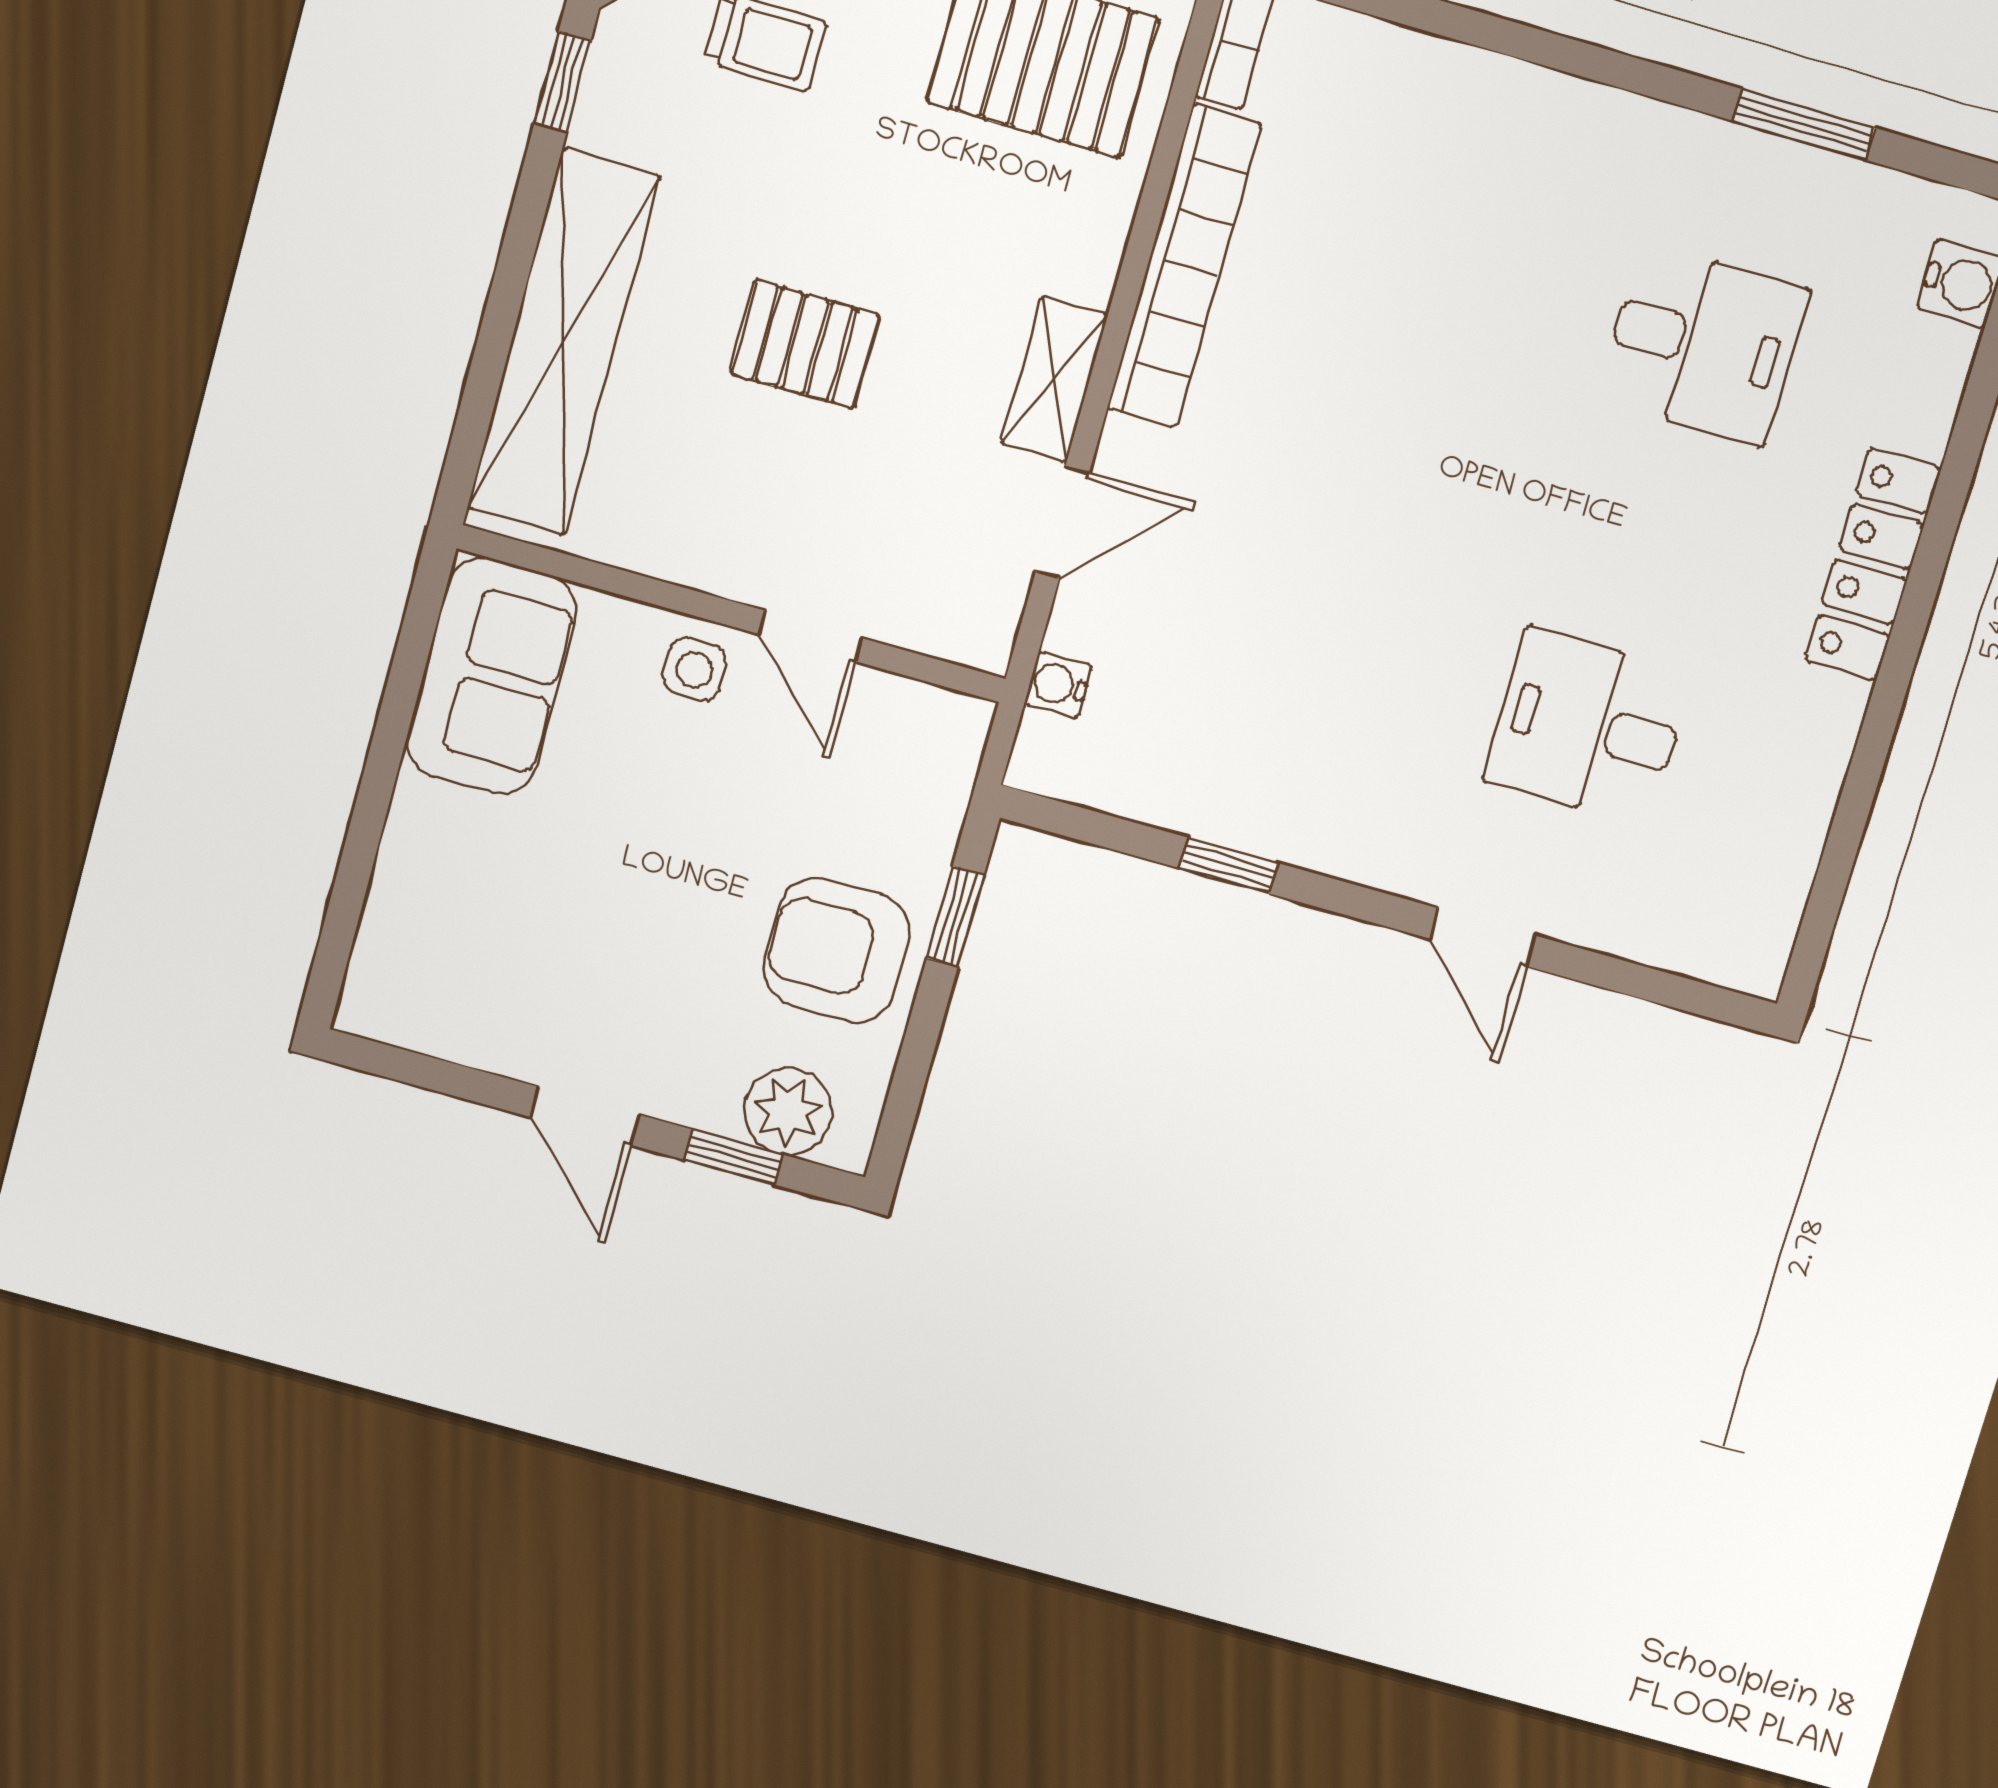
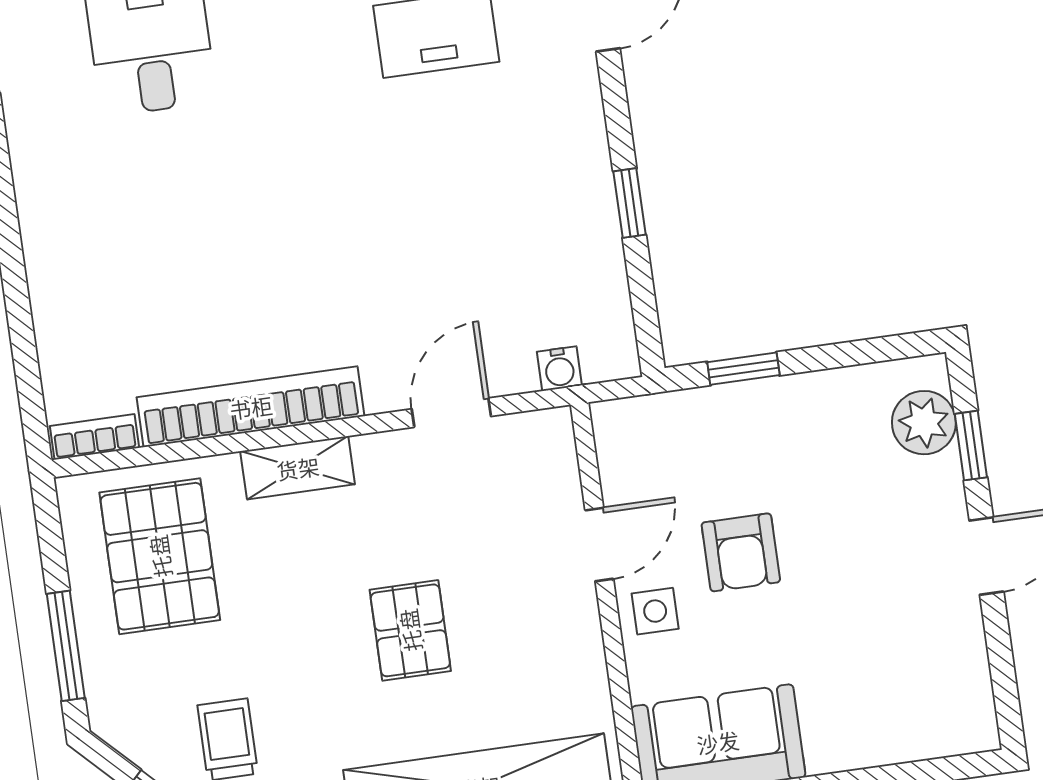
shelving: (1054, 379) -> (298, 468), moved
door: (1062, 522) -> (451, 413), hinge flipped
armchair: (837, 950) -> (741, 552), moved, width x0.72, depth x0.72

